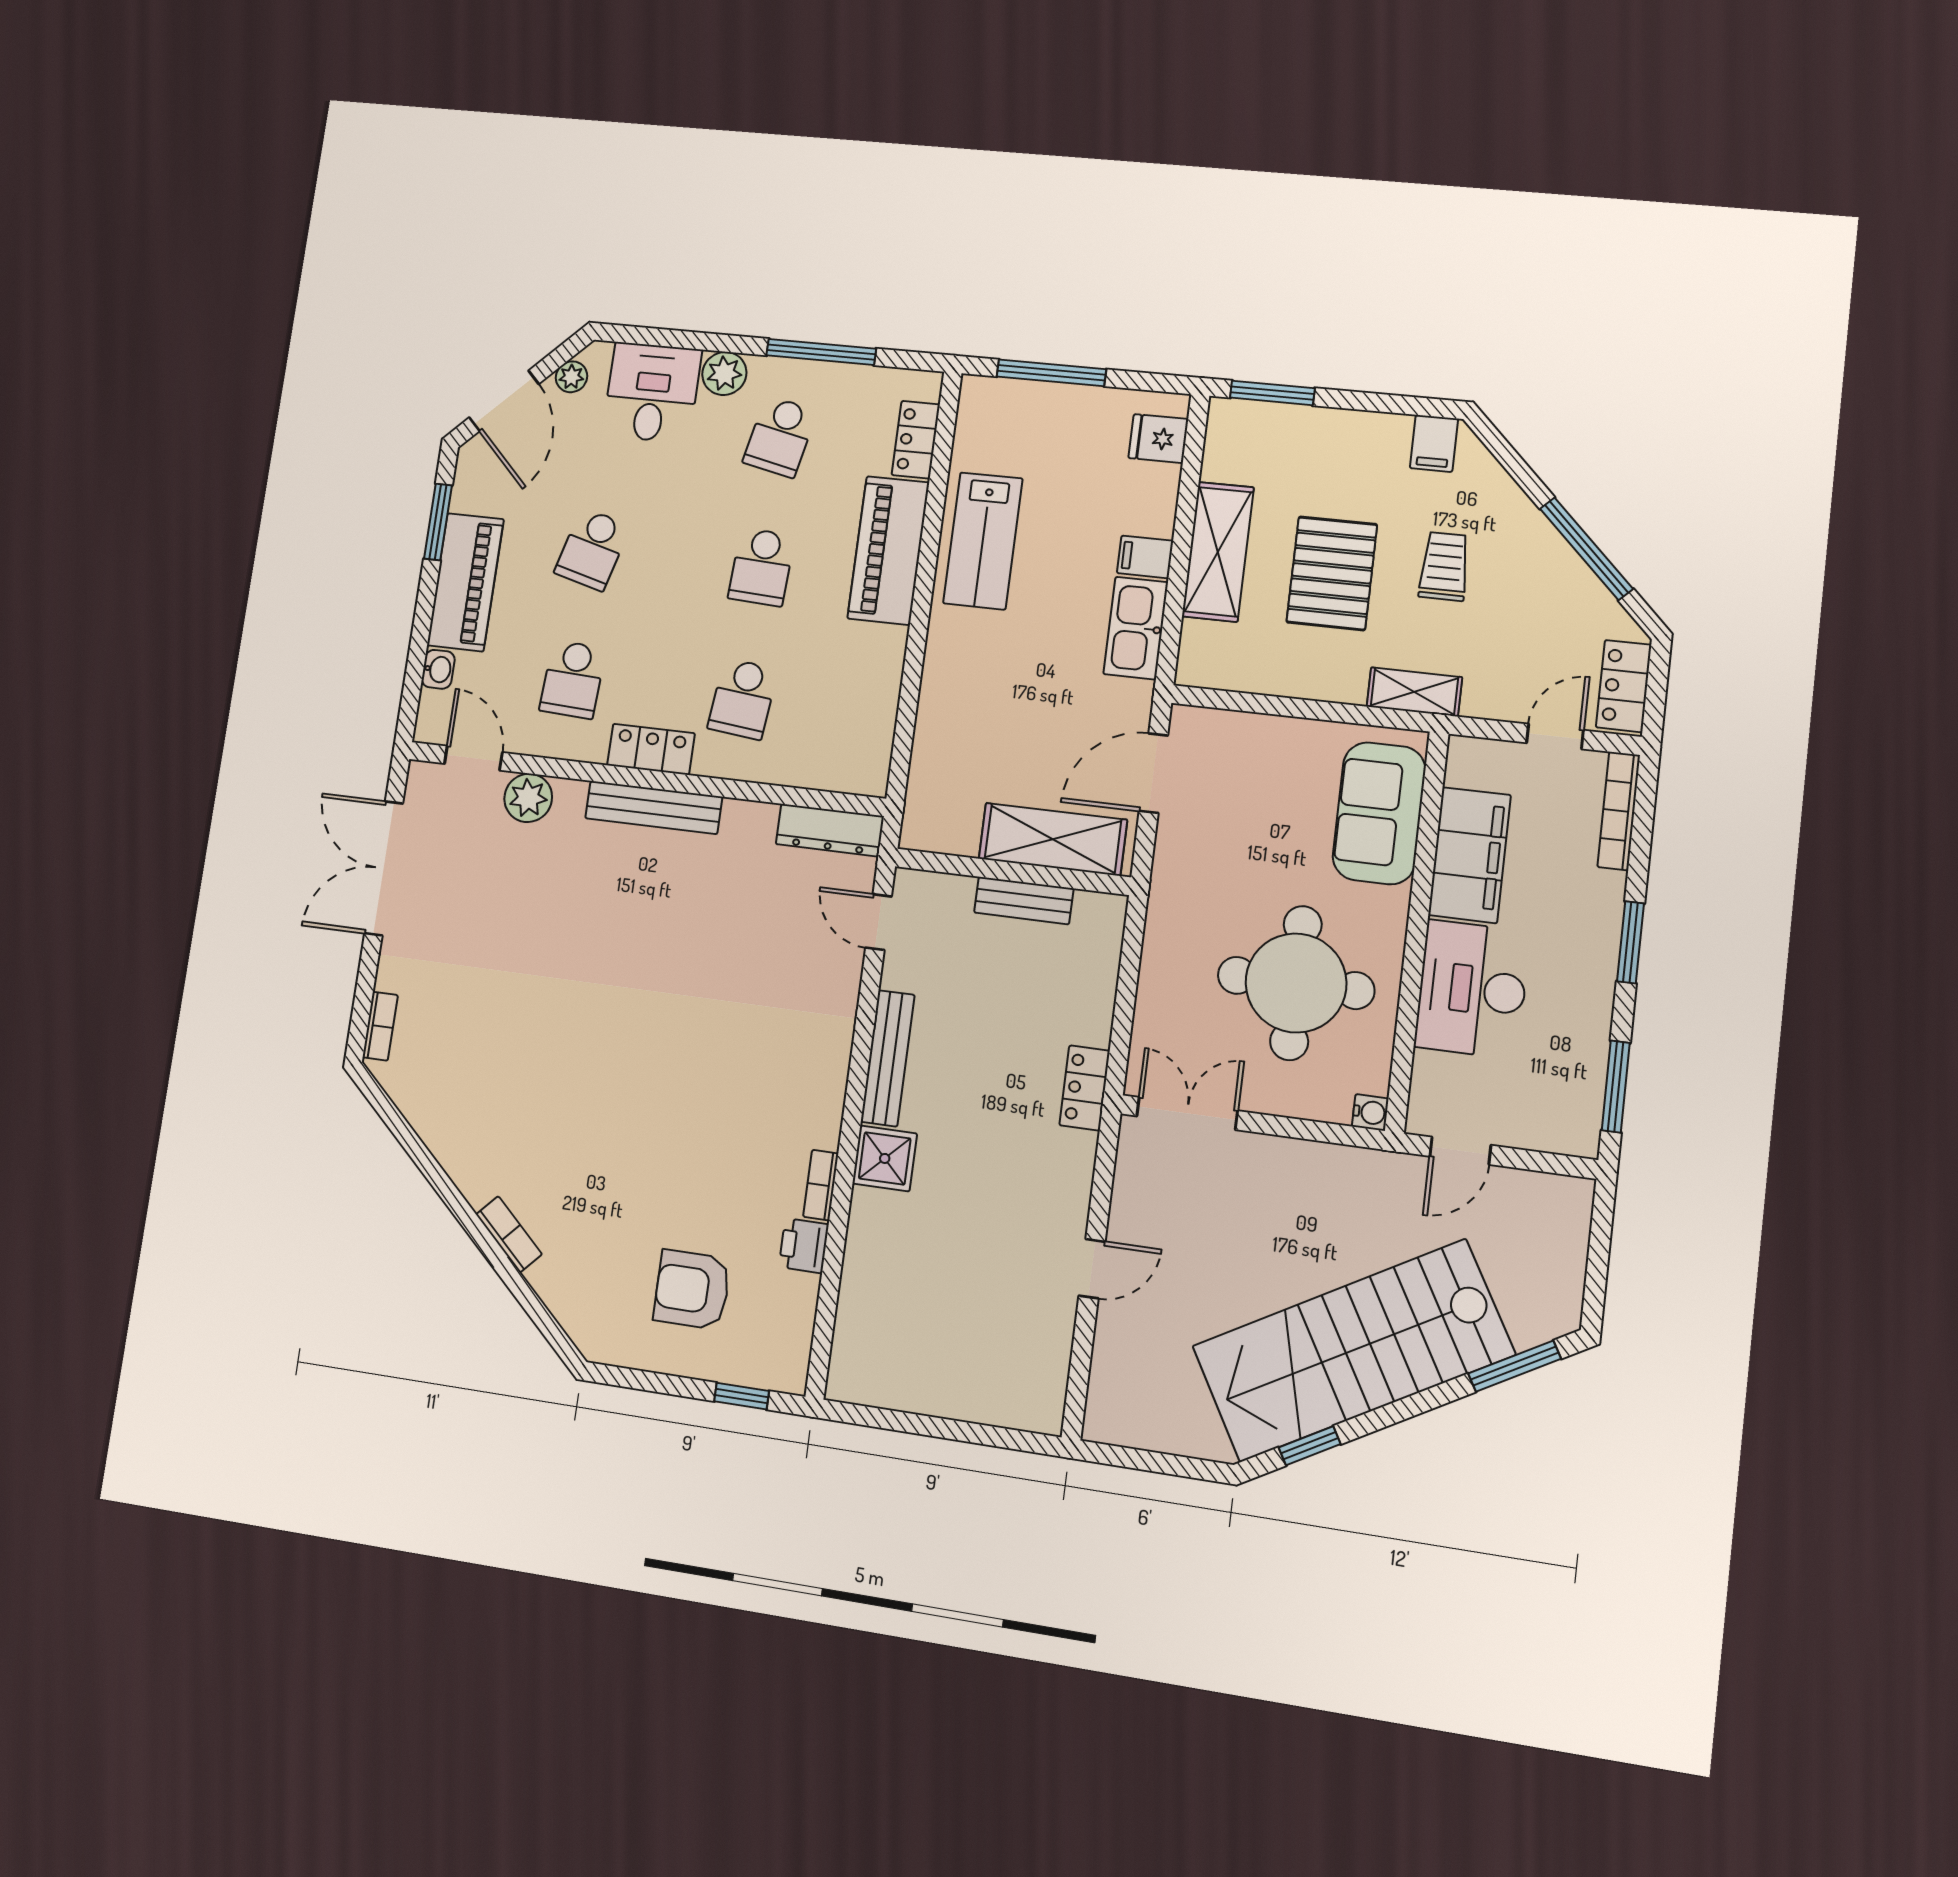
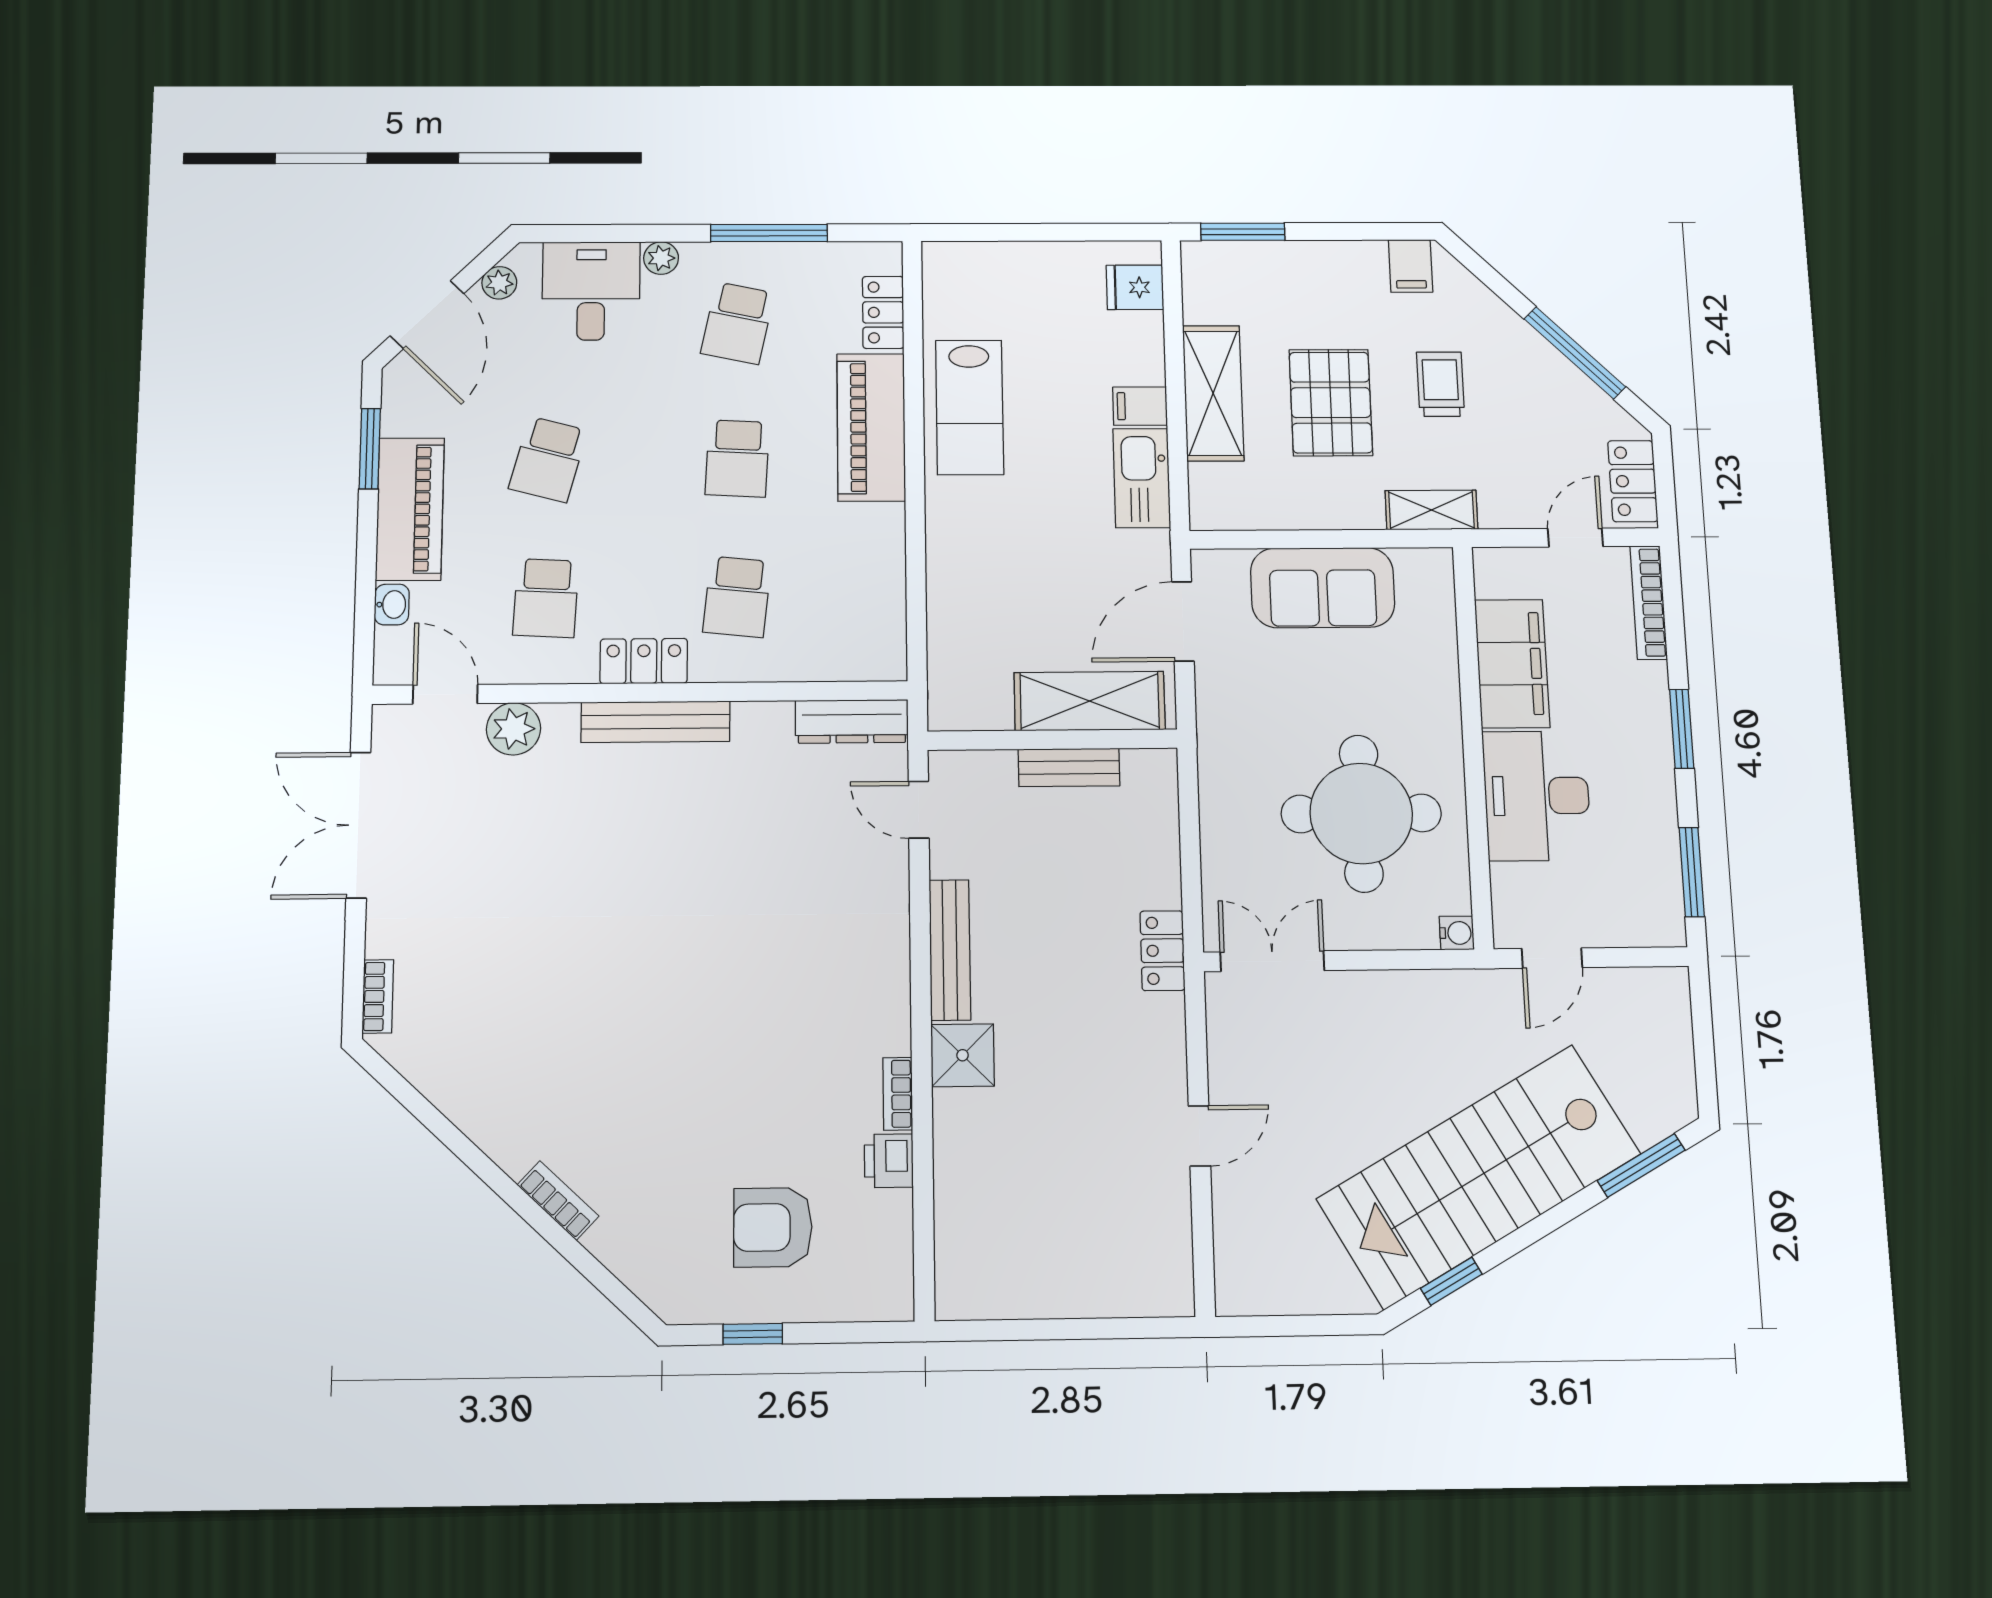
plant: (724, 373) -> (661, 258), width x0.73, depth x0.73
window: (1051, 373) -> (1015, 232), removed
sofa: (1379, 813) -> (1323, 588), moved, turned -90
window: (742, 1396) -> (753, 1334), moved

